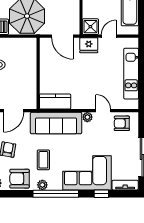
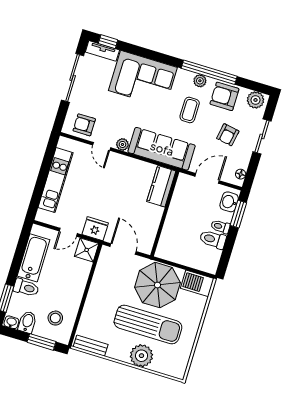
kitchen counter: (55, 102) -> (161, 186), moved, turned 90
armchair: (122, 123) -> (84, 125), turned 180
armchair: (19, 179) -> (224, 96), turned 180
window: (56, 194) -> (209, 72), moved
window: (101, 194) -> (108, 42), moved

